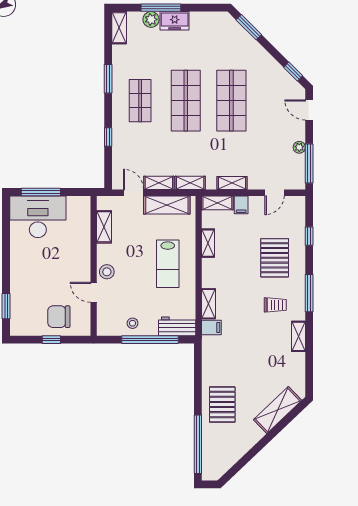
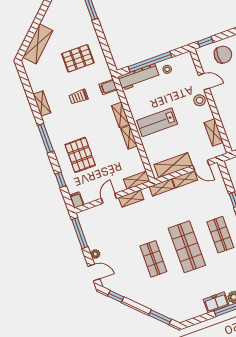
shop shelf: (231, 101) -> (153, 259), width x0.70, depth x0.74
plant: (299, 147) -> (95, 254), moved
door: (274, 193) -> (109, 198), moved
filing cabinet: (241, 205) -> (77, 200), moved
shelving: (208, 243) -> (129, 137), moved
lab bench: (168, 264) -> (157, 122), turned -90
shelving: (209, 304) -> (120, 115), moved
trolley: (275, 305) -> (78, 97), moved
workbench: (177, 326) -> (139, 77), width x1.38
window: (51, 340) -> (205, 42), moved
pallet: (222, 404) -> (78, 58), moved, turned 90

